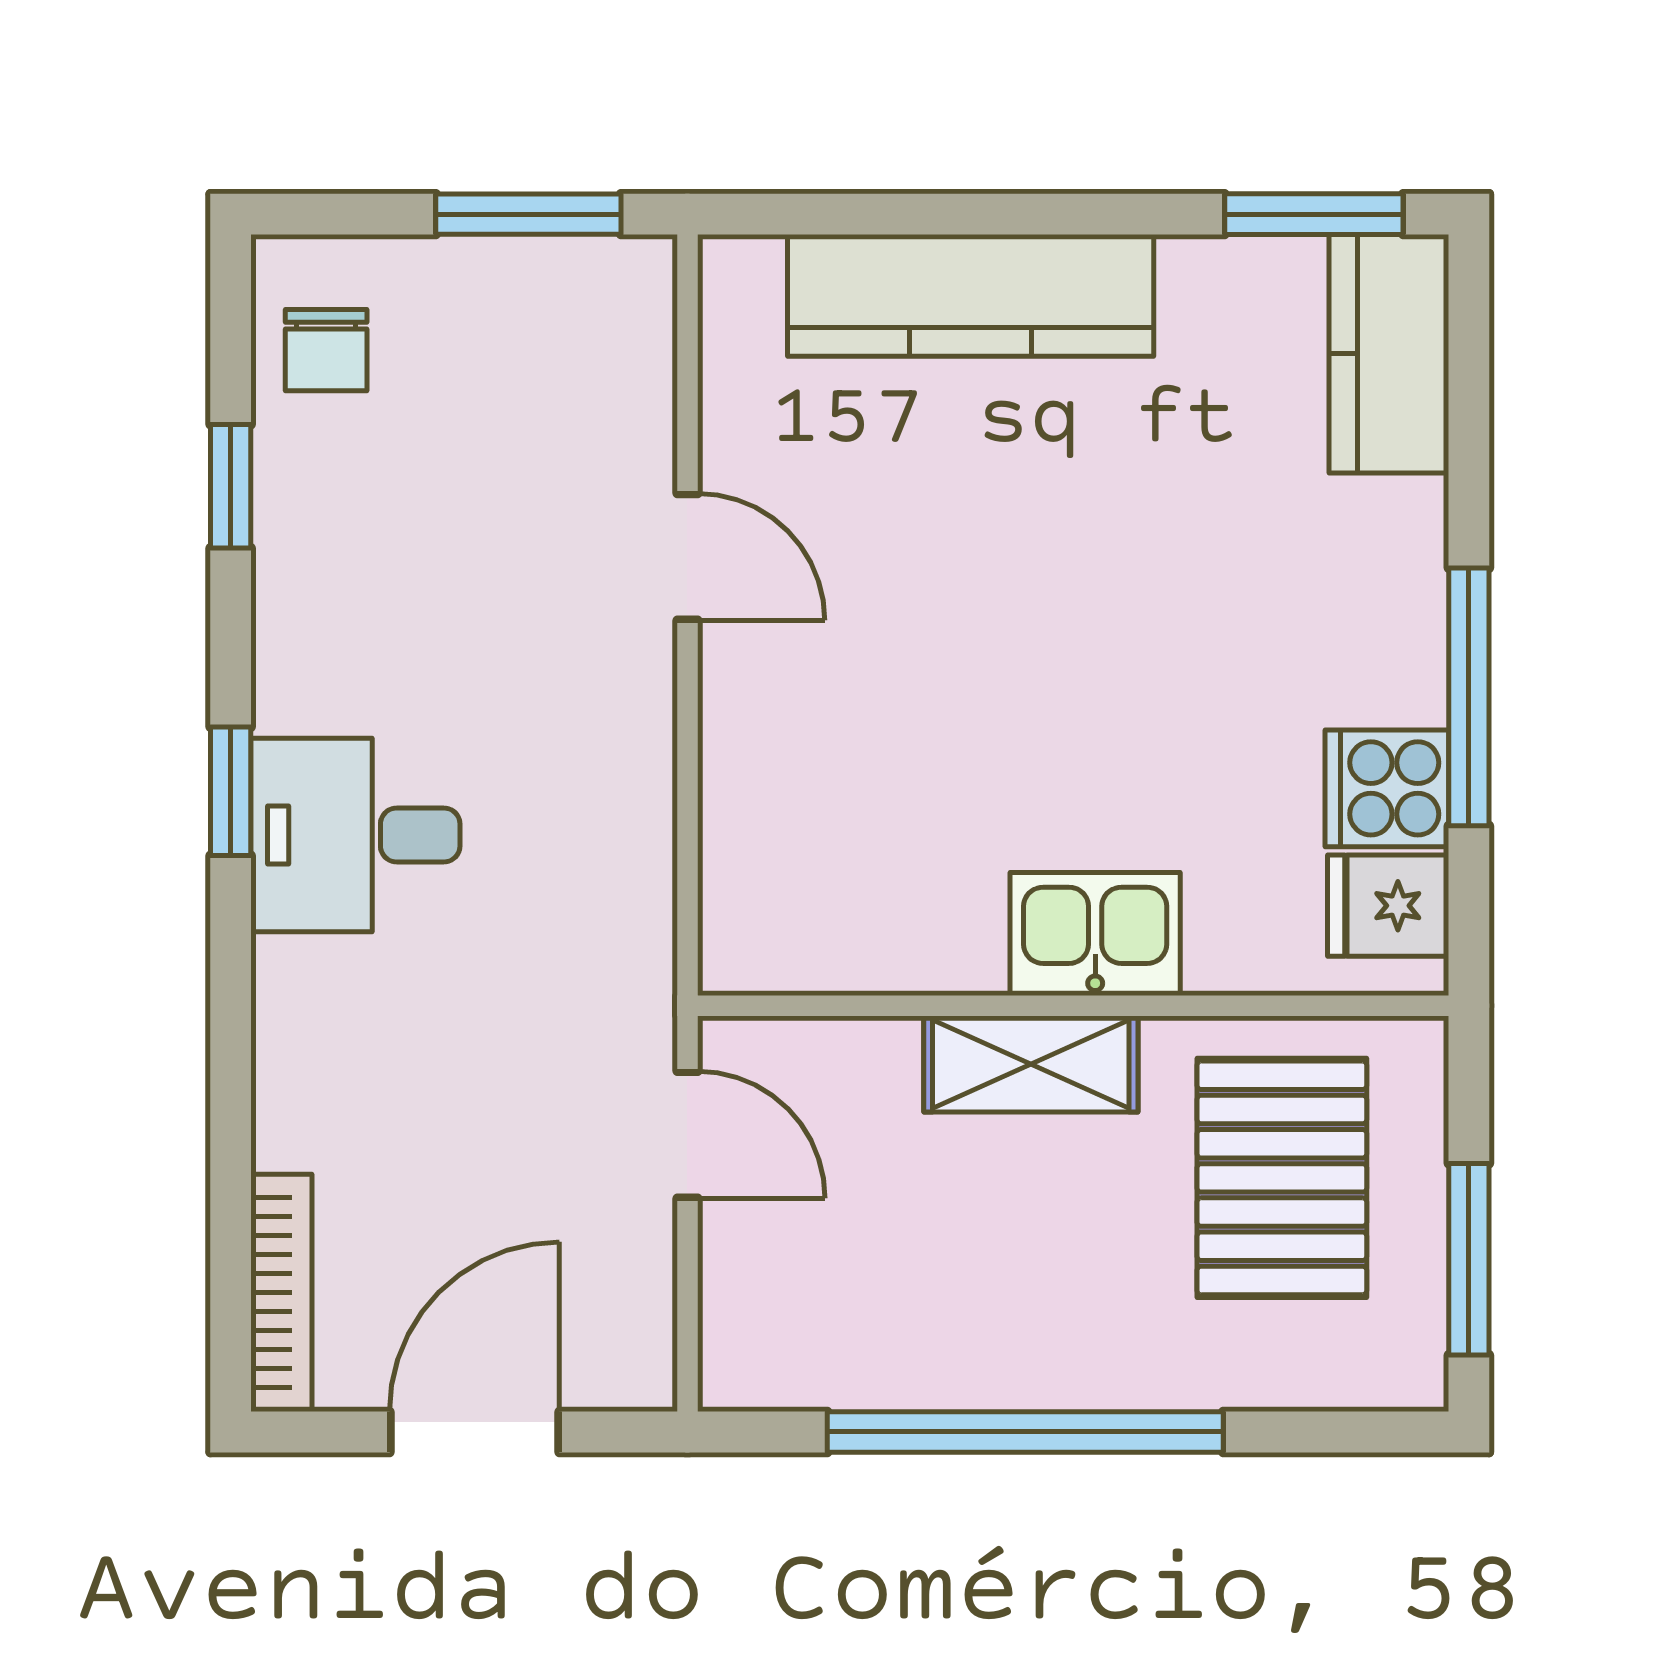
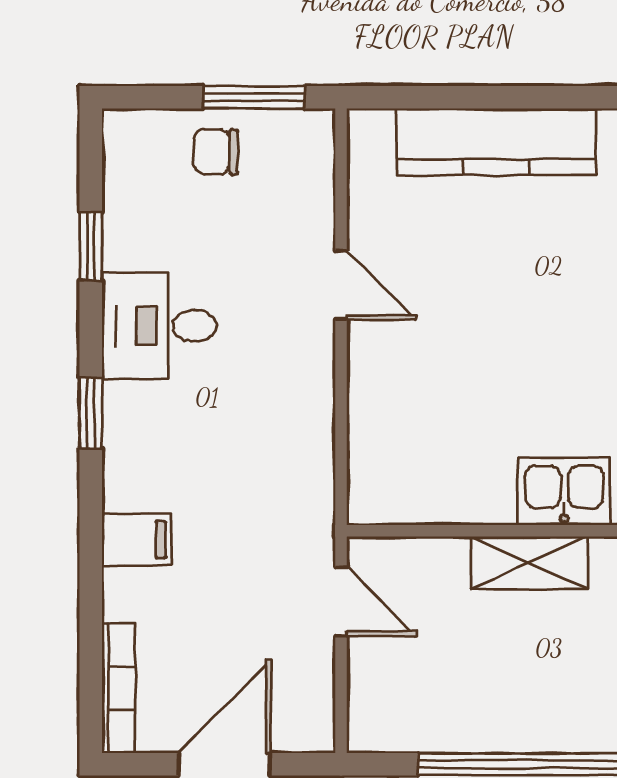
chair: (326, 350) -> (216, 152), moved, turned 90
desk: (355, 835) -> (159, 326), moved
filing cabinet: (314, 1022) -> (137, 540), added

